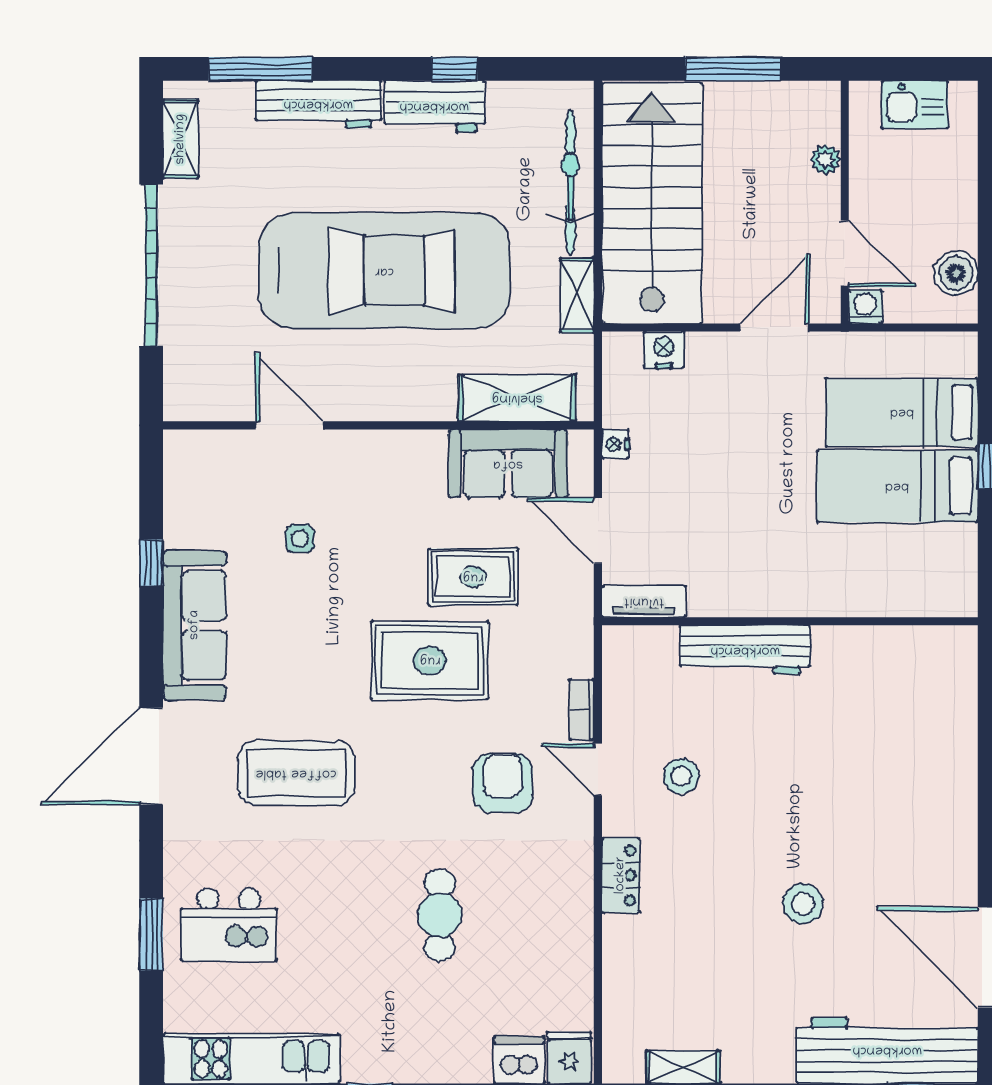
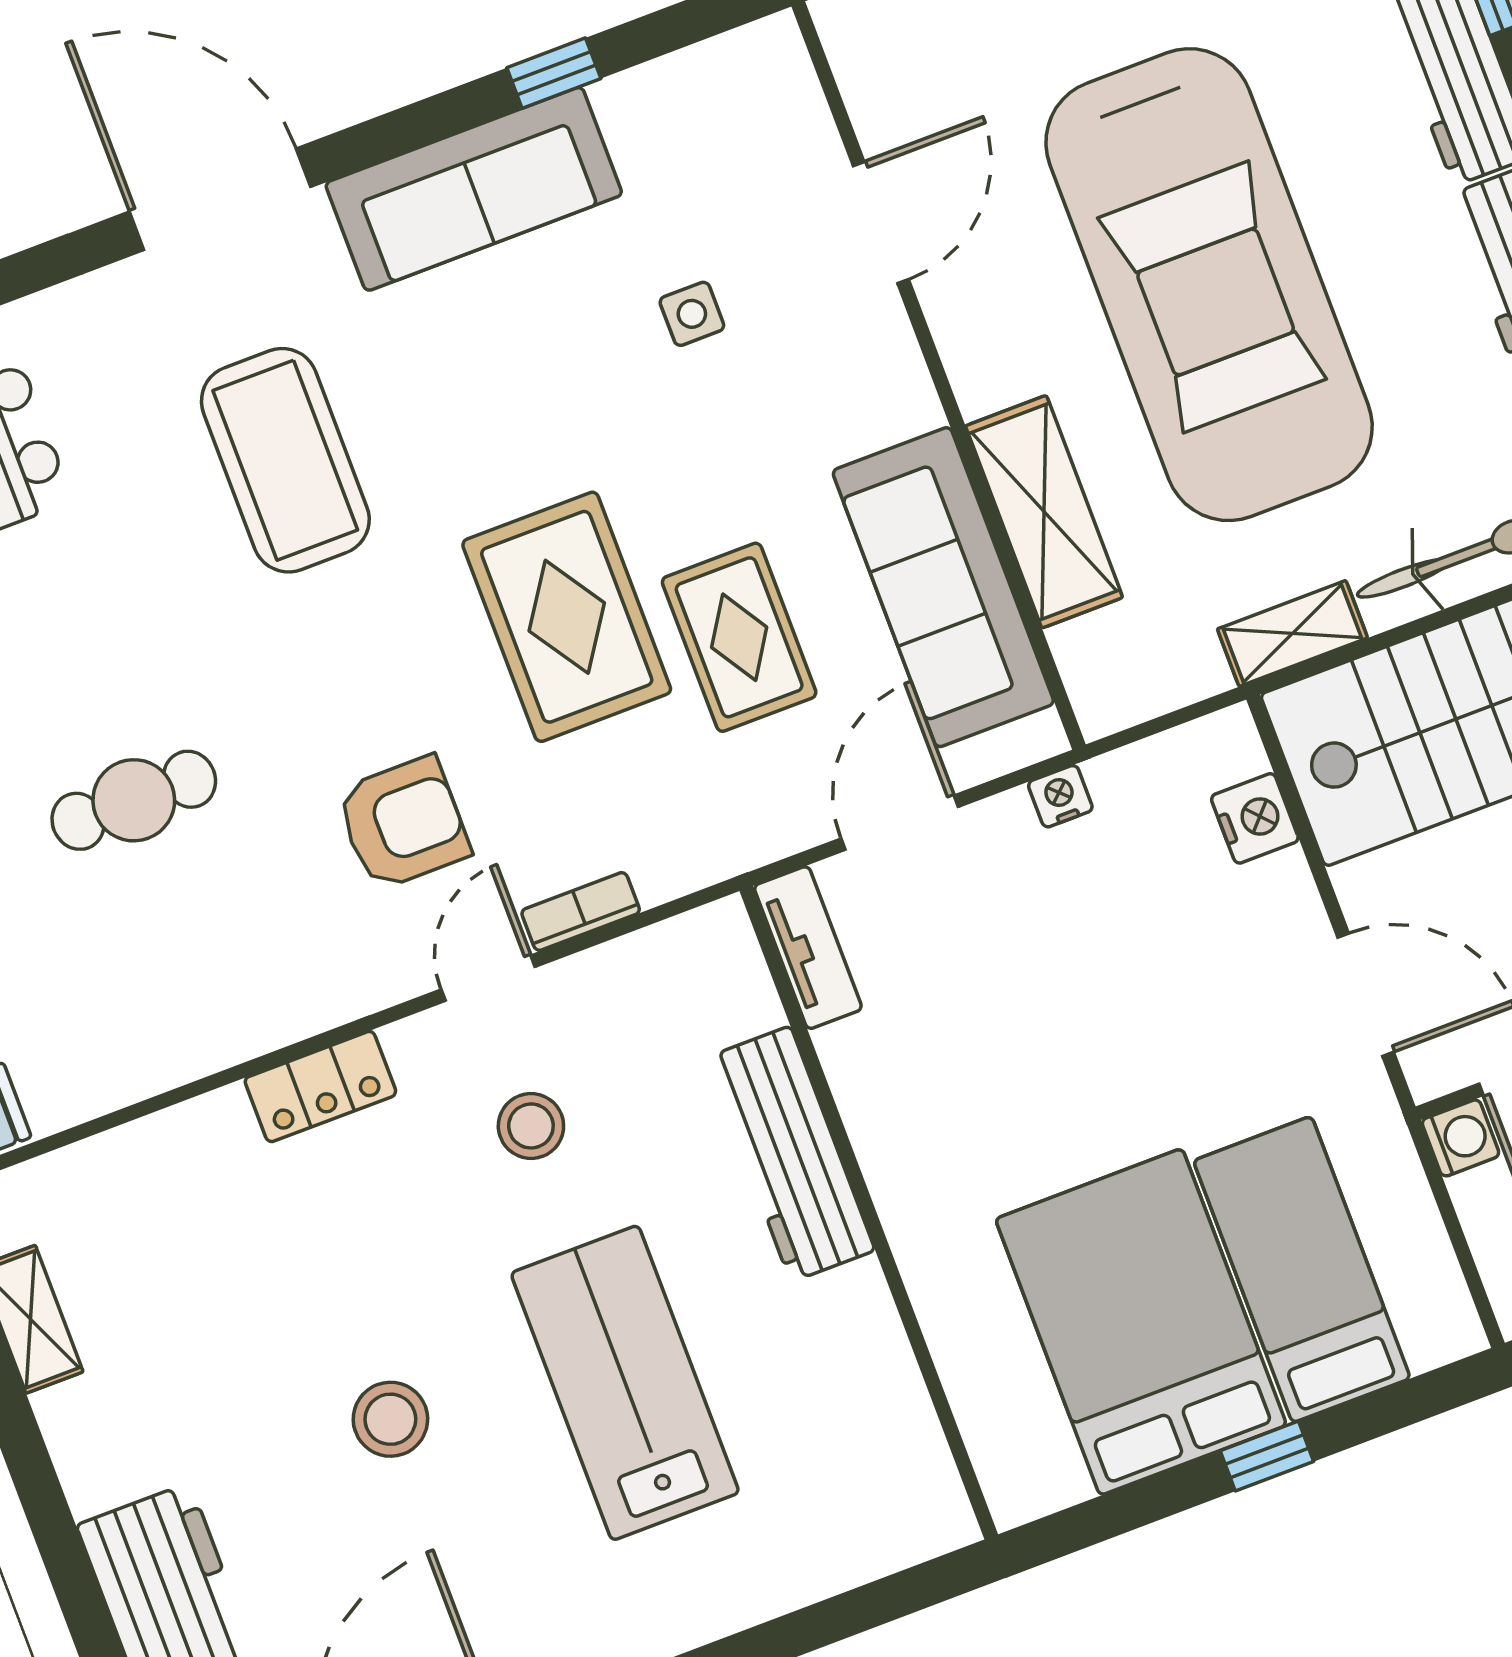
shelving: (517, 398) -> (1044, 512), moved
sofa: (508, 464) -> (943, 587), width x1.36
bed: (897, 486) -> (1141, 1322), width x1.50
lab bench: (829, 778) -> (625, 1383), added

